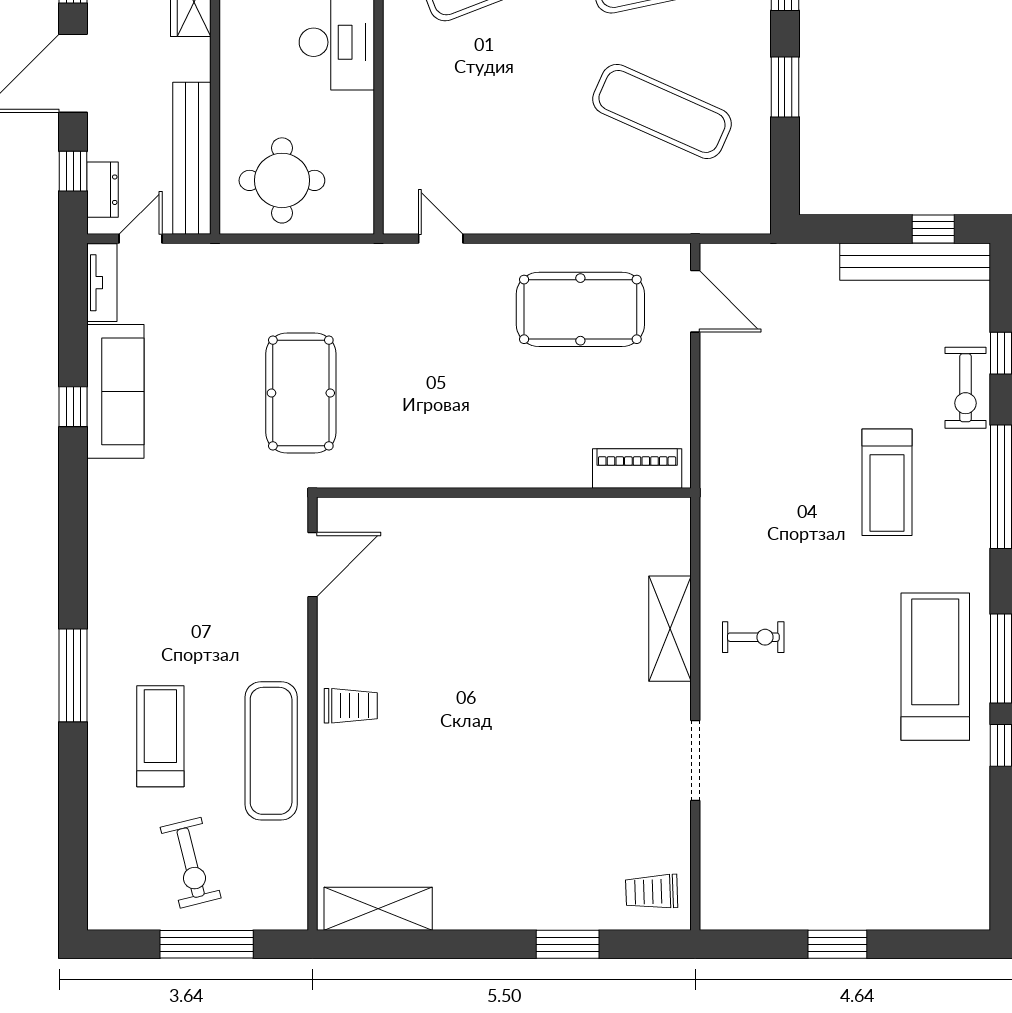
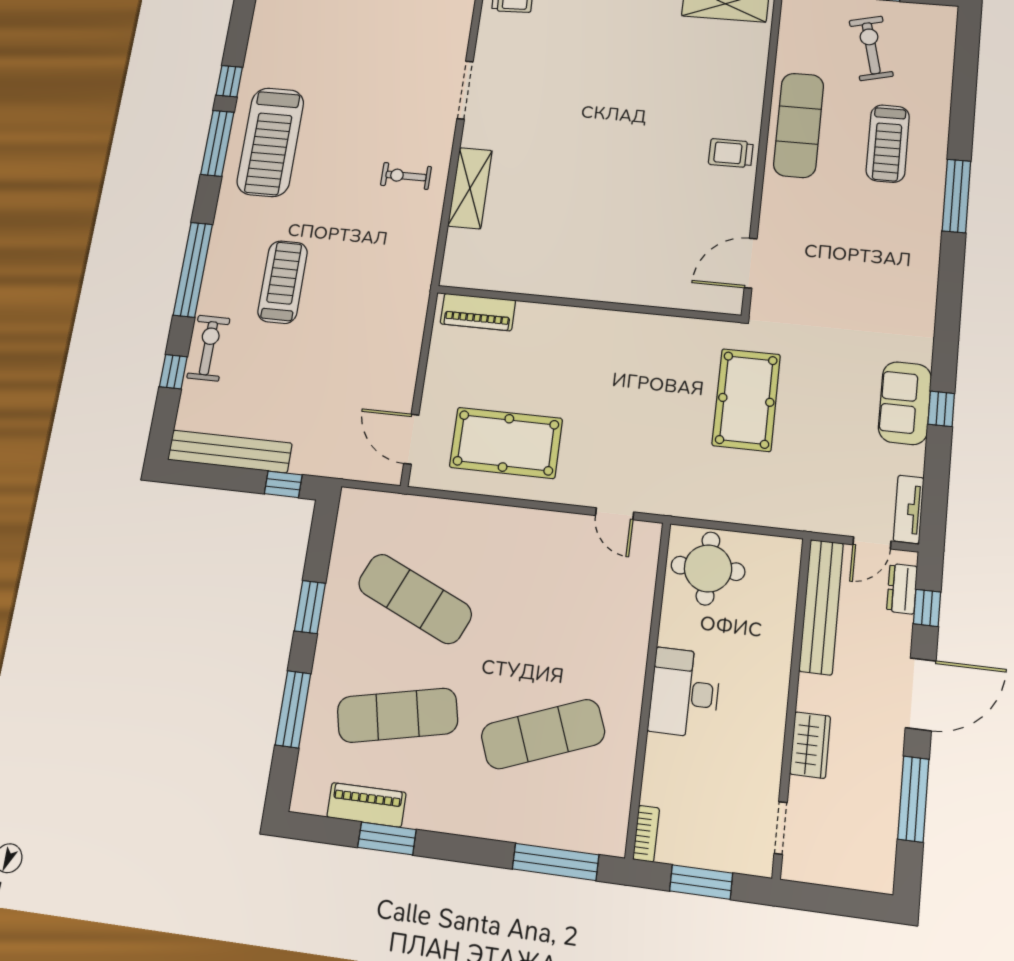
round table: (282, 180) -> (708, 568), moved
window: (933, 229) -> (283, 484), moved
sofa: (115, 391) -> (905, 403), width x0.73

